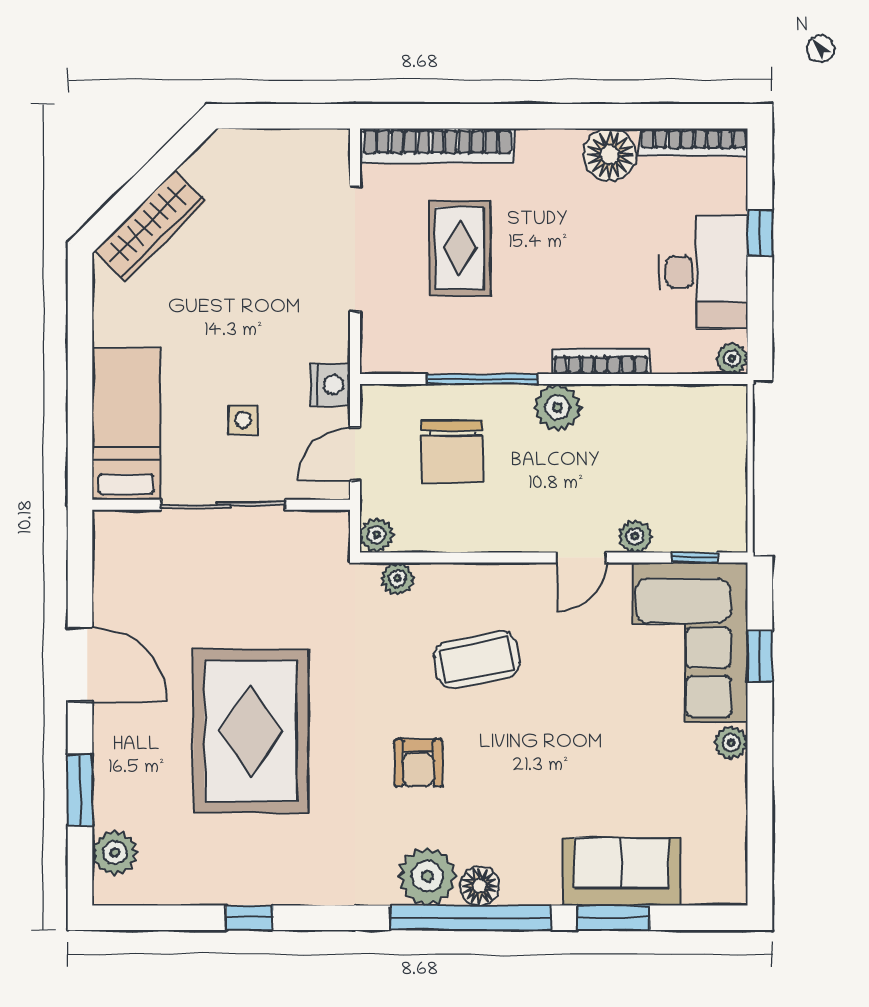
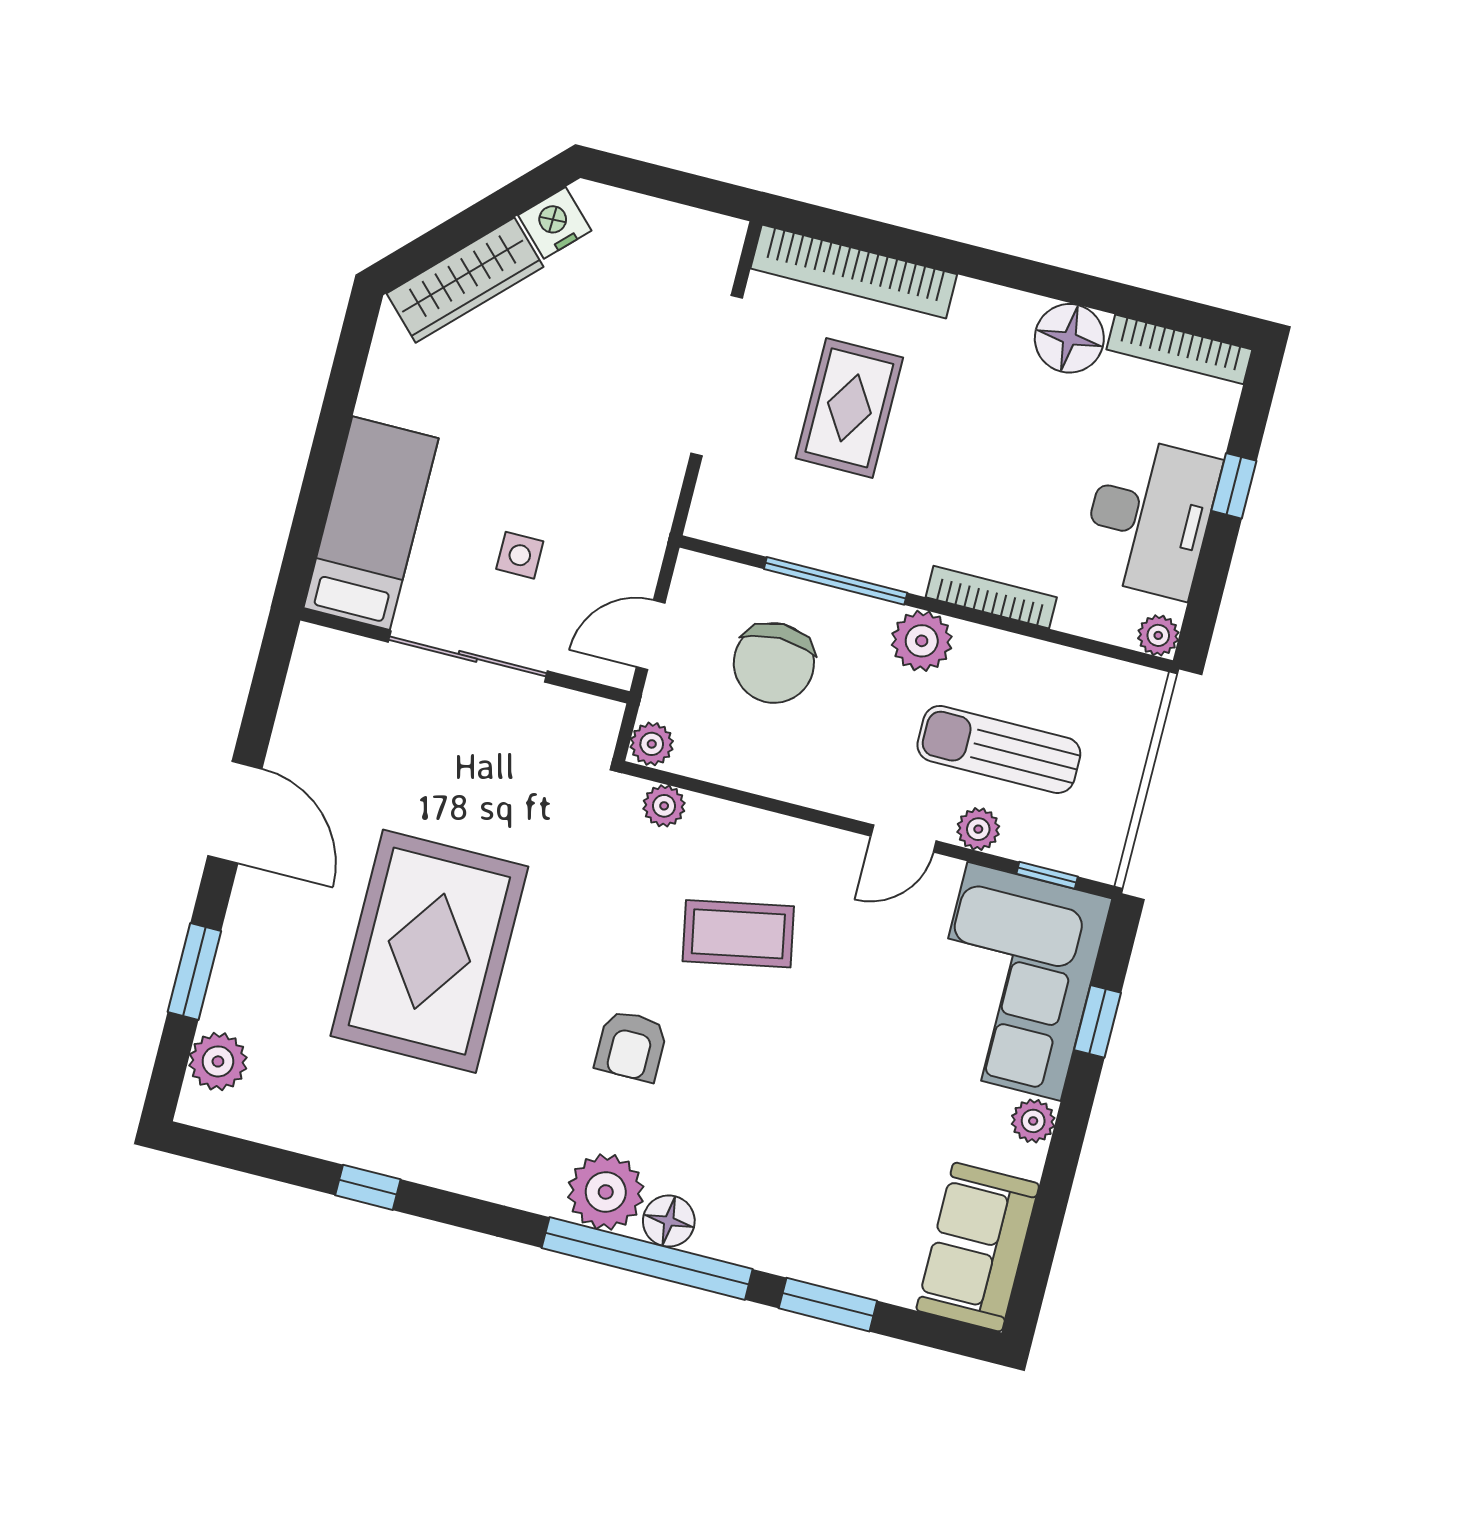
nightstand: (331, 385) -> (555, 223), moved, turned -135
sun lounger: (635, 473) -> (999, 749), added
sofa: (621, 872) -> (978, 1247), moved, turned -90

